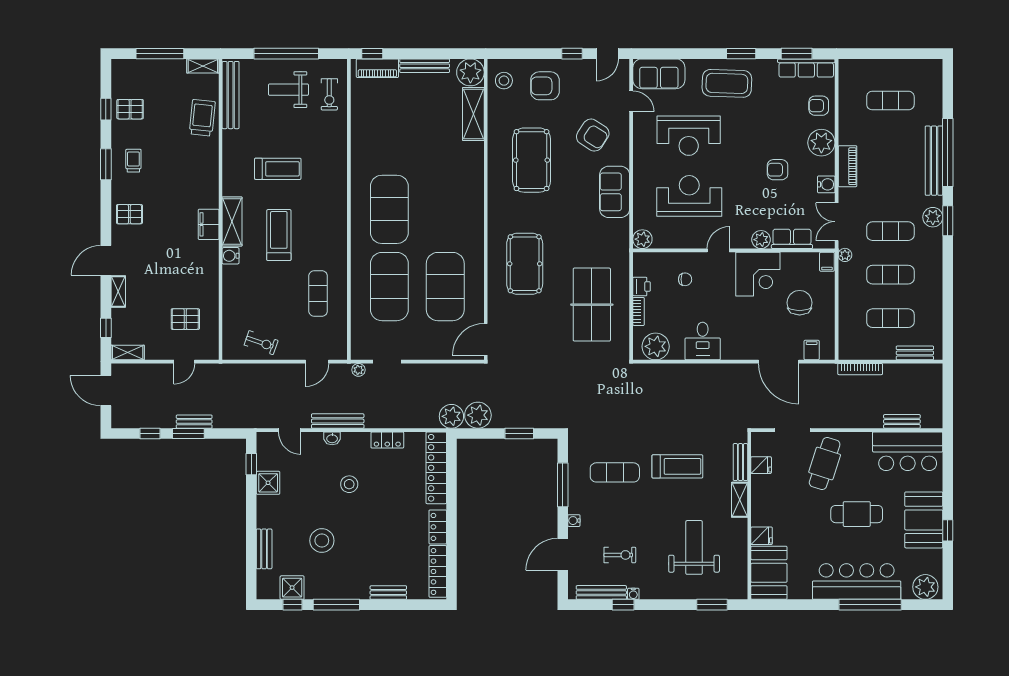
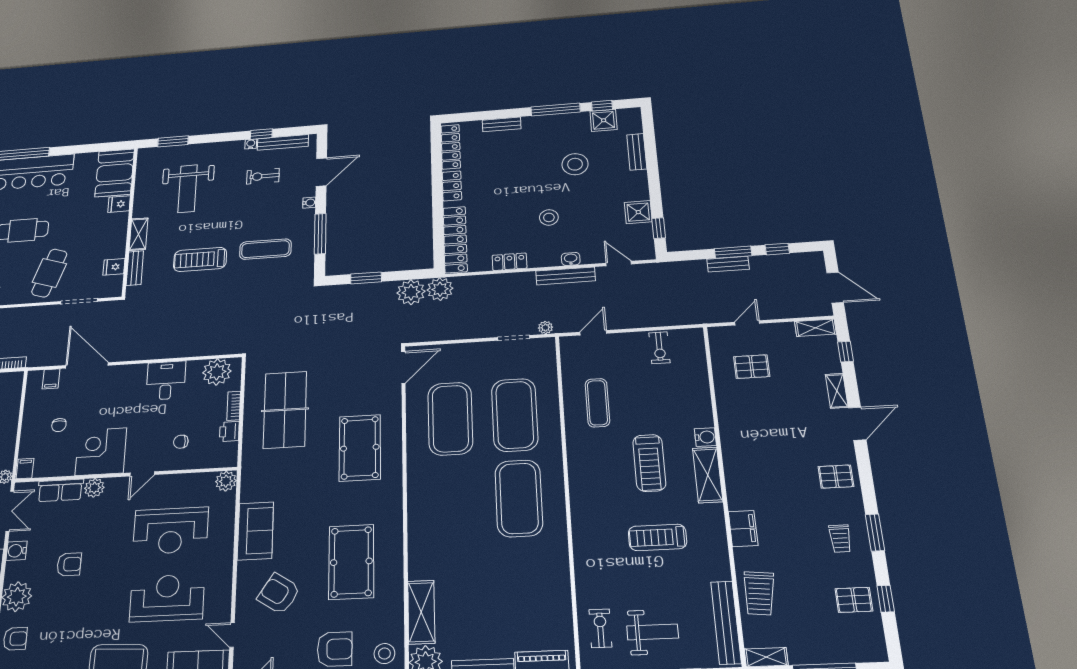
filing cabinet: (209, 224) -> (743, 528), moved
chair: (800, 303) -> (59, 425), width x0.54, depth x0.54
exercise bike: (261, 343) -> (659, 348), turned -109

